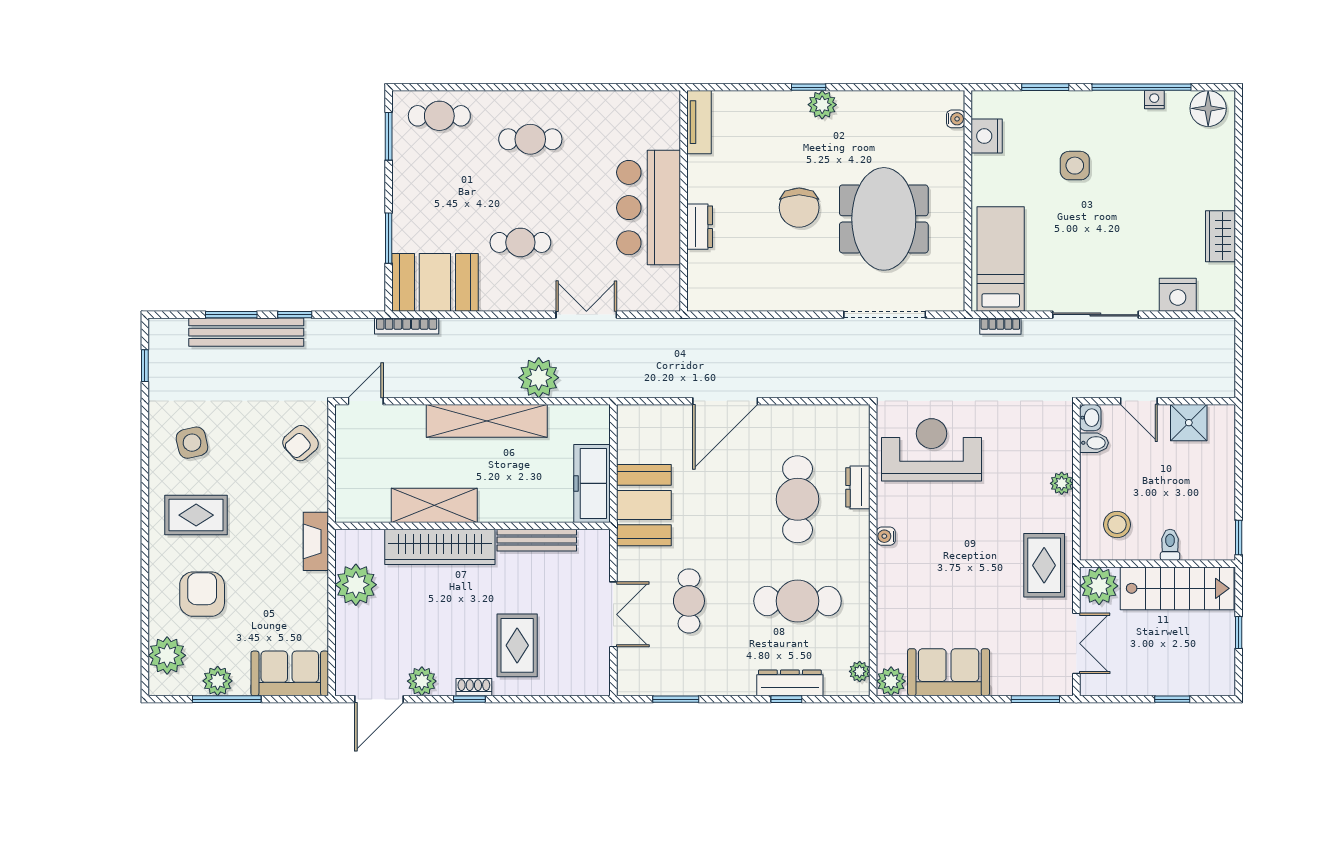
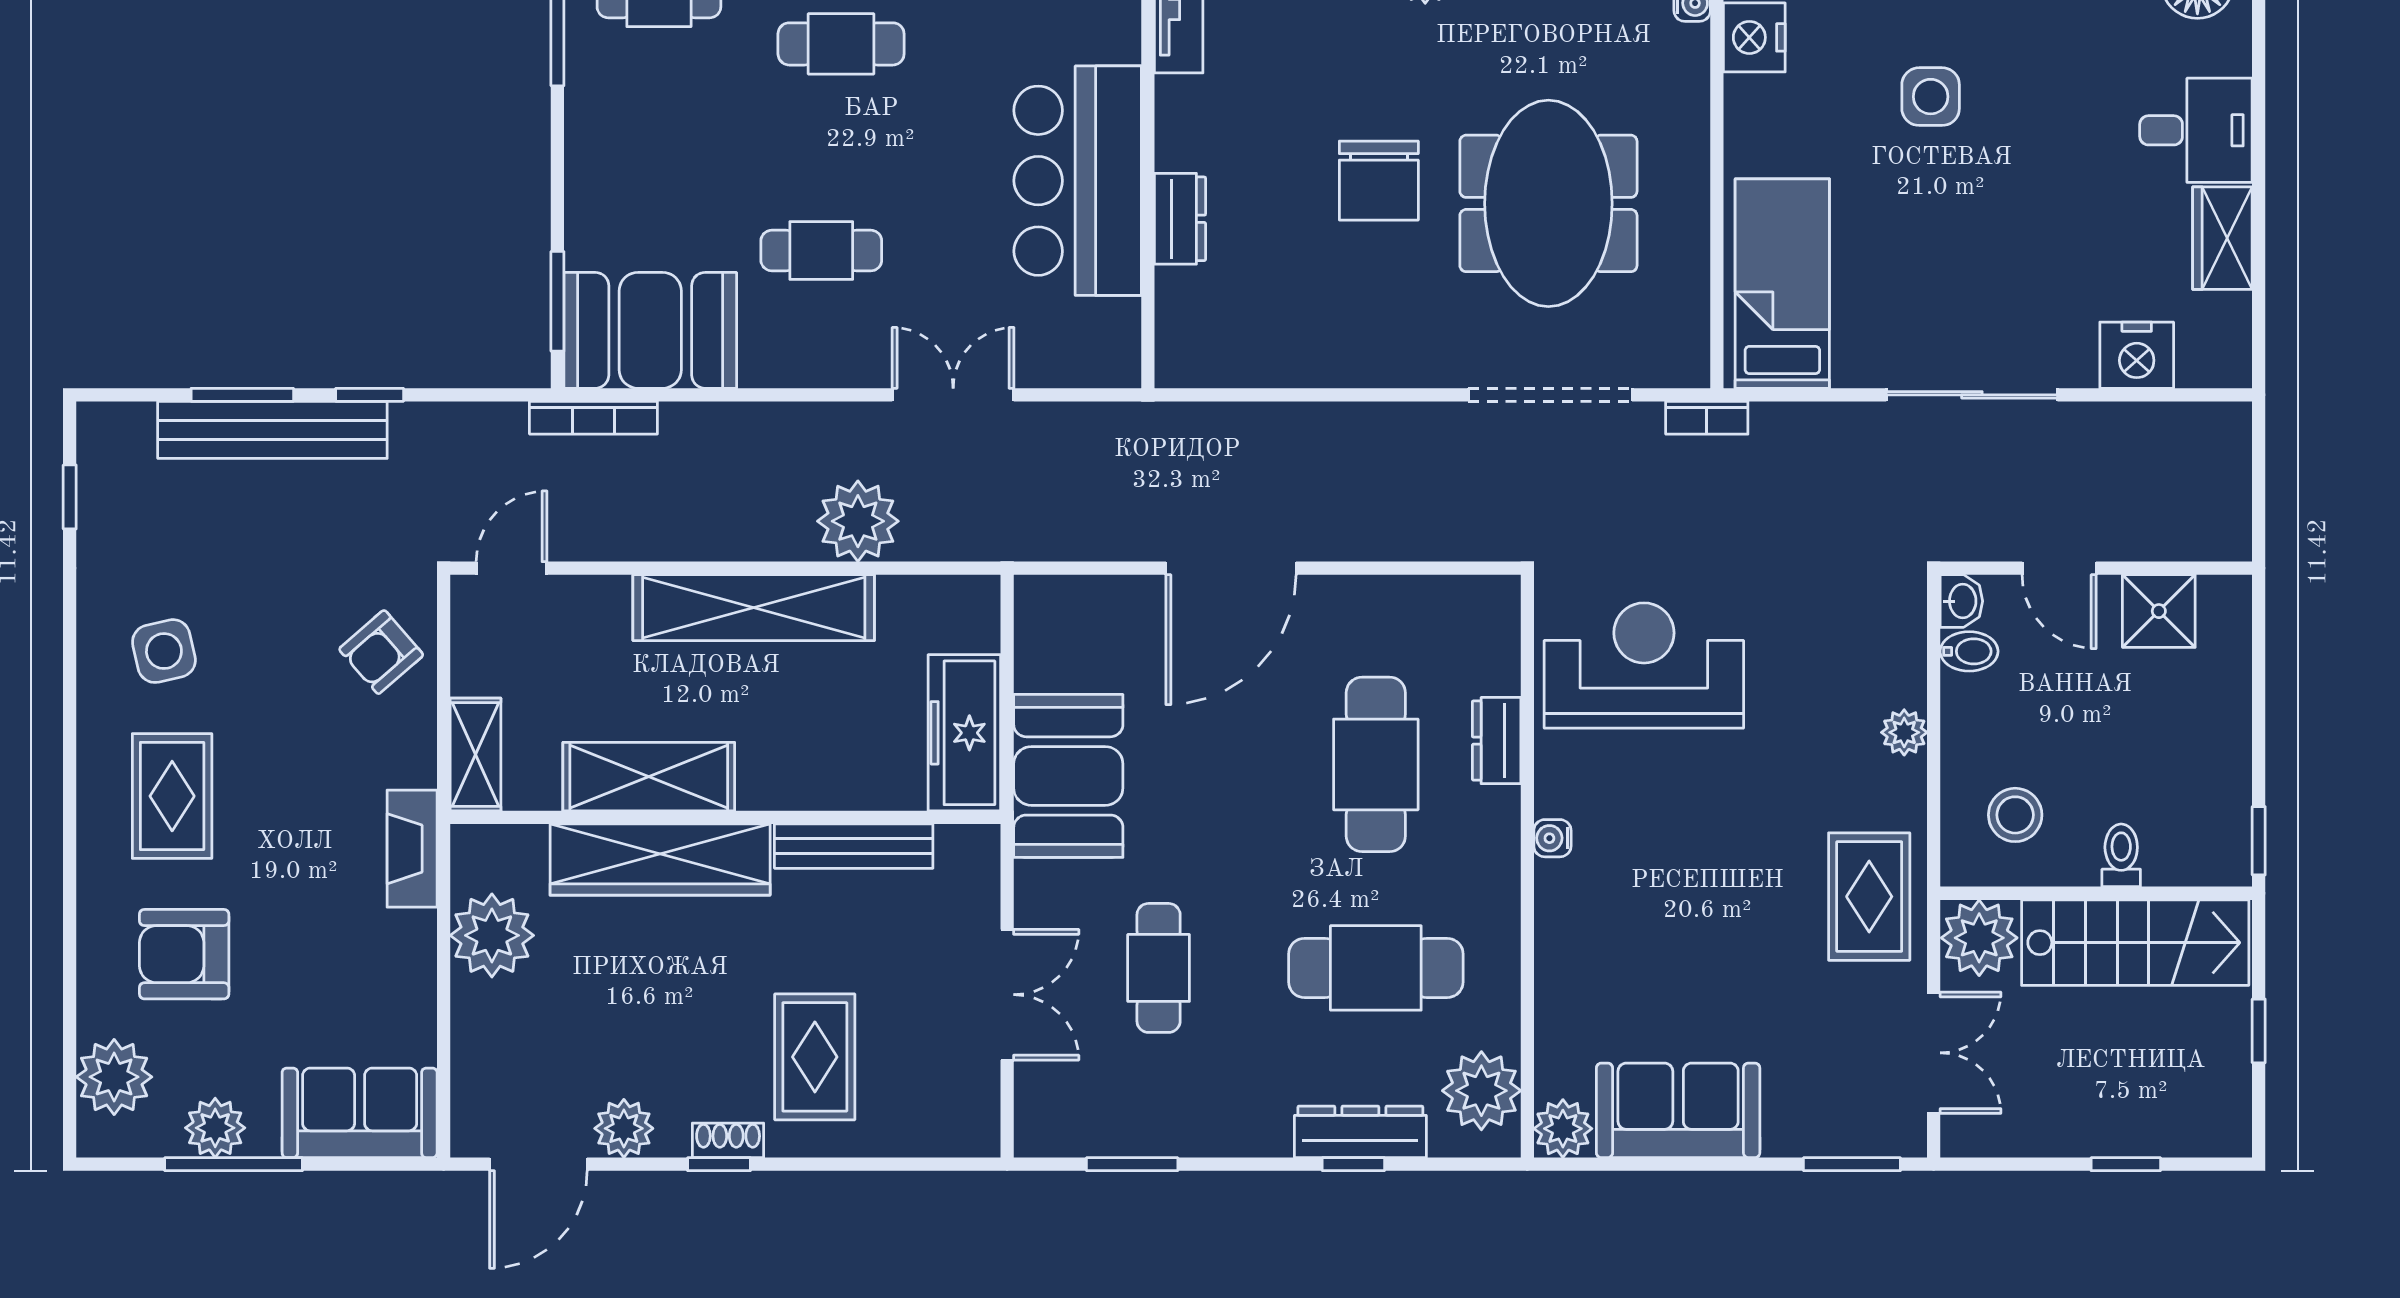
desk: (1207, 182) -> (2196, 130), added
window: (389, 238) -> (557, 301), moved
bookcase: (1000, 326) -> (1707, 418), moved
shelving: (348, 494) -> (475, 754), added
rug: (196, 515) -> (172, 796), turned 90
armchair: (202, 594) -> (184, 954), turned -90
plant: (860, 671) -> (1481, 1091), width x1.88, depth x1.88

